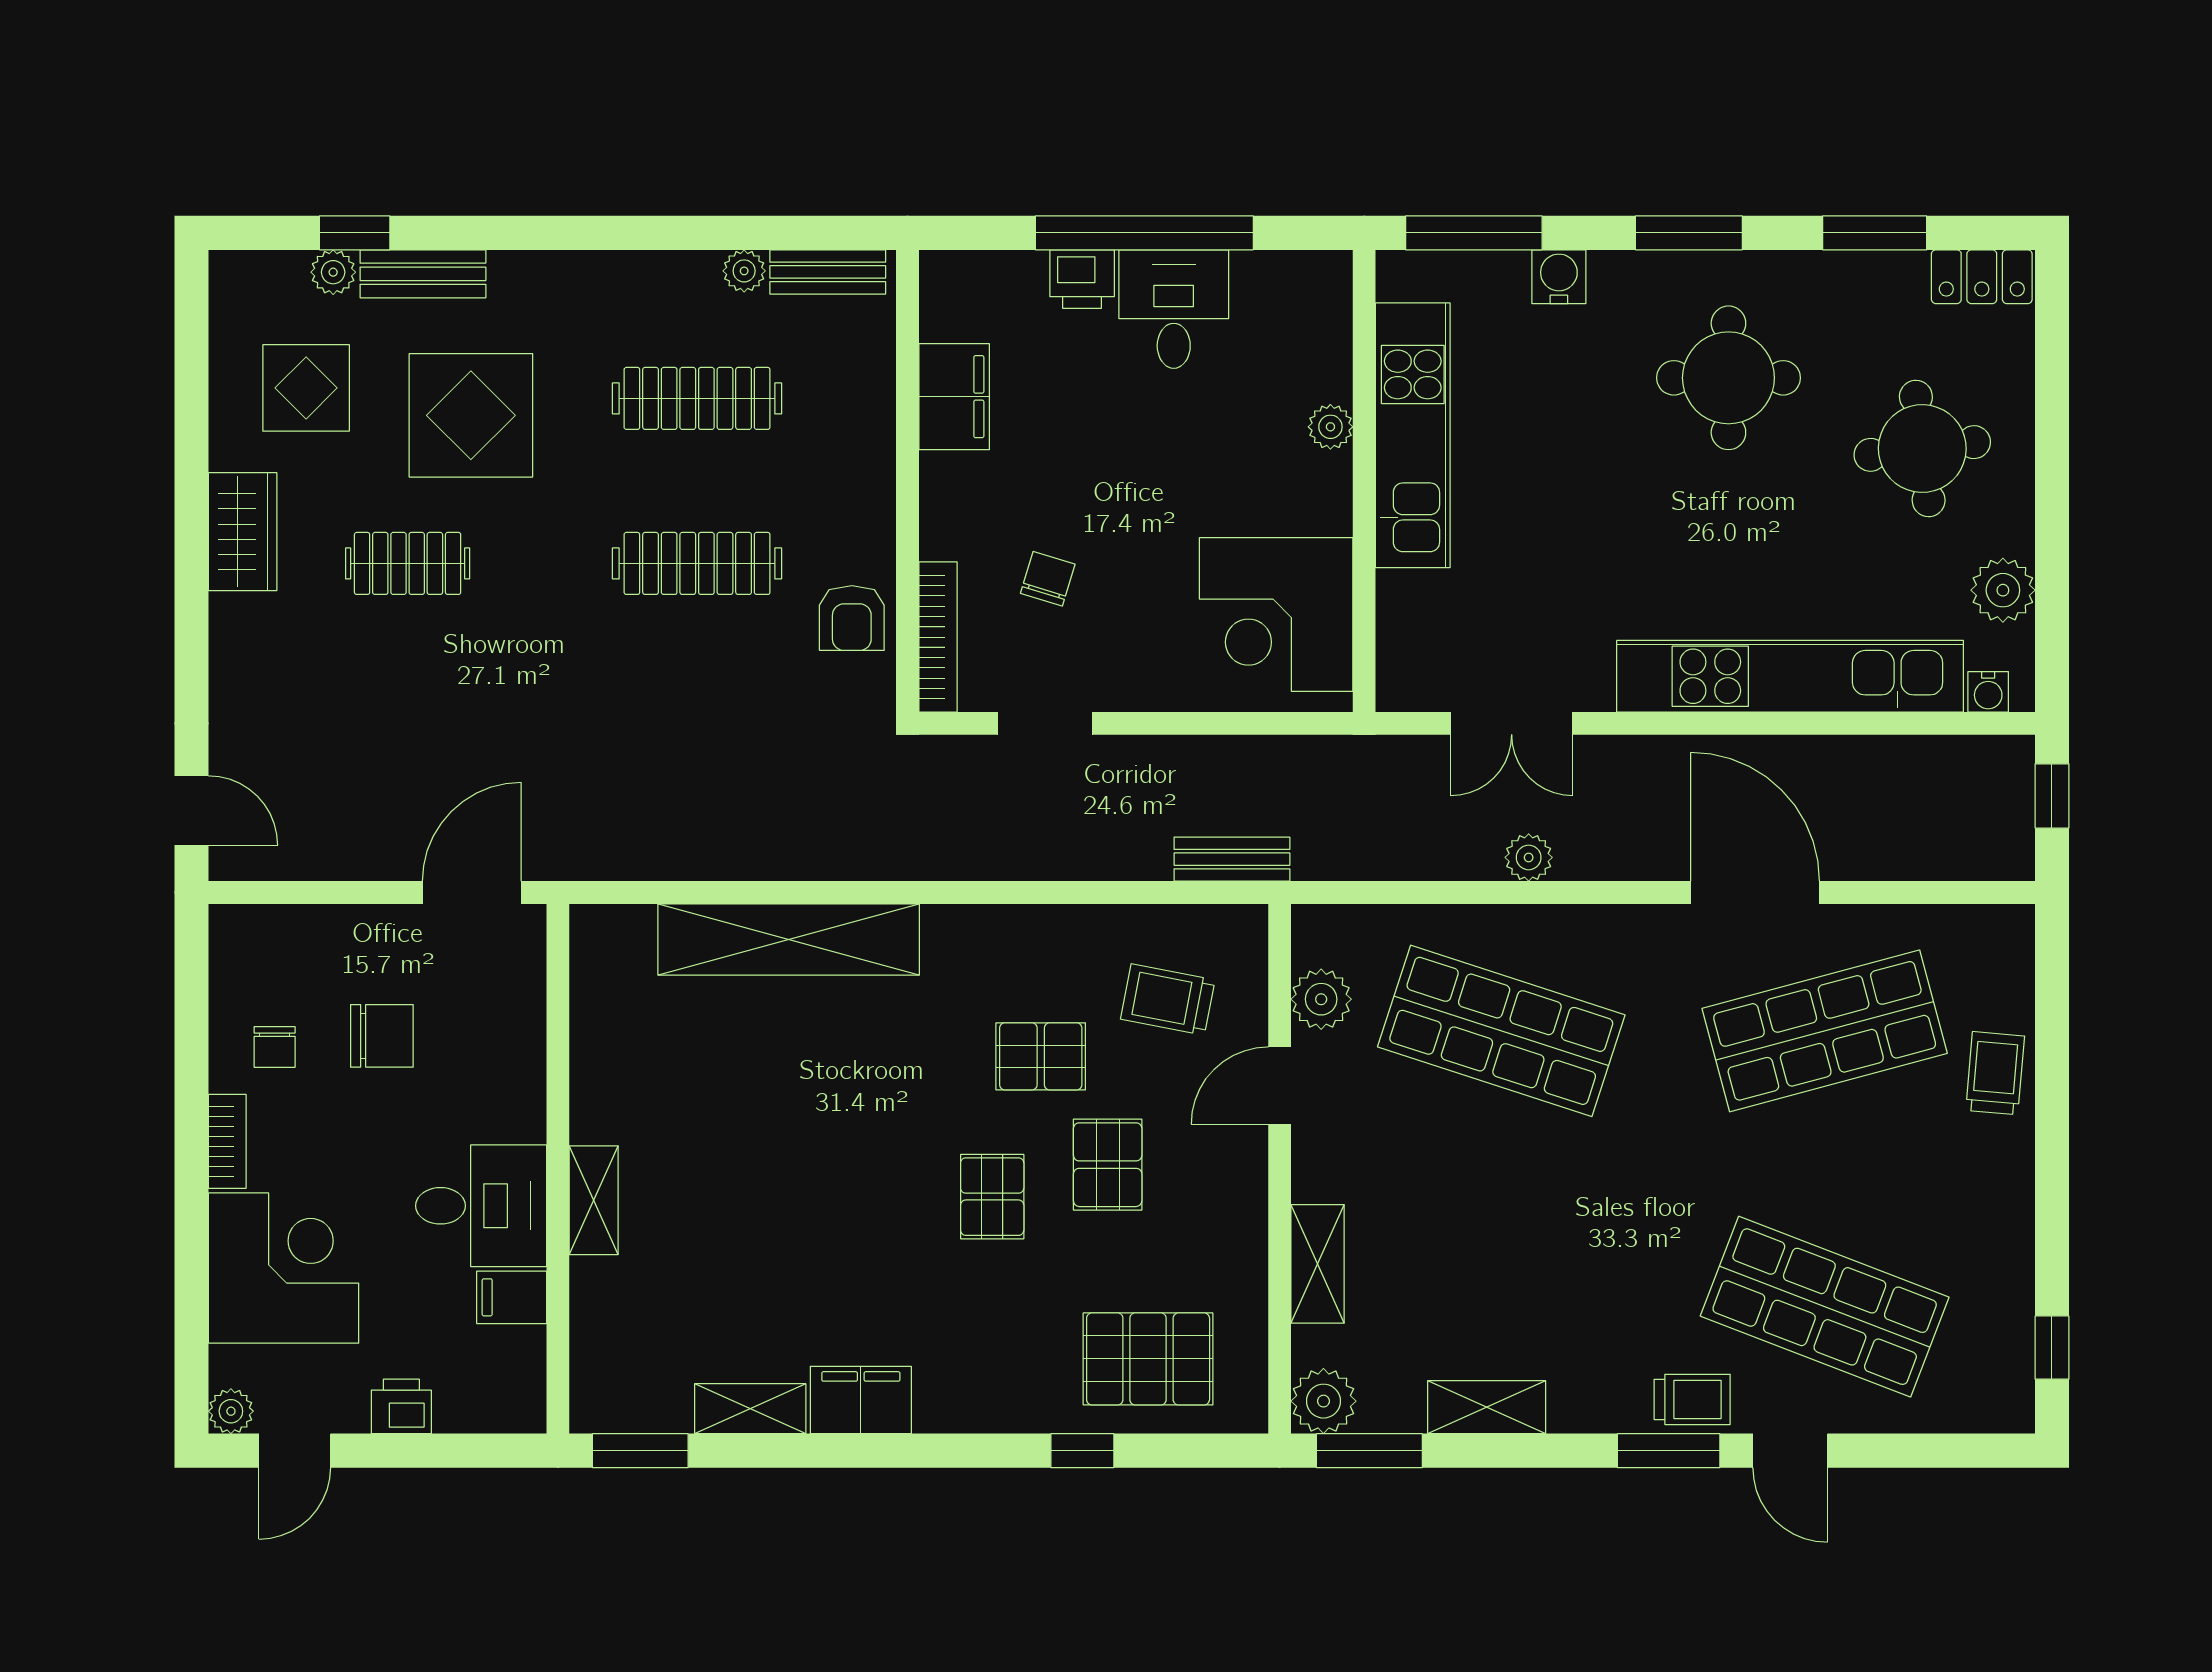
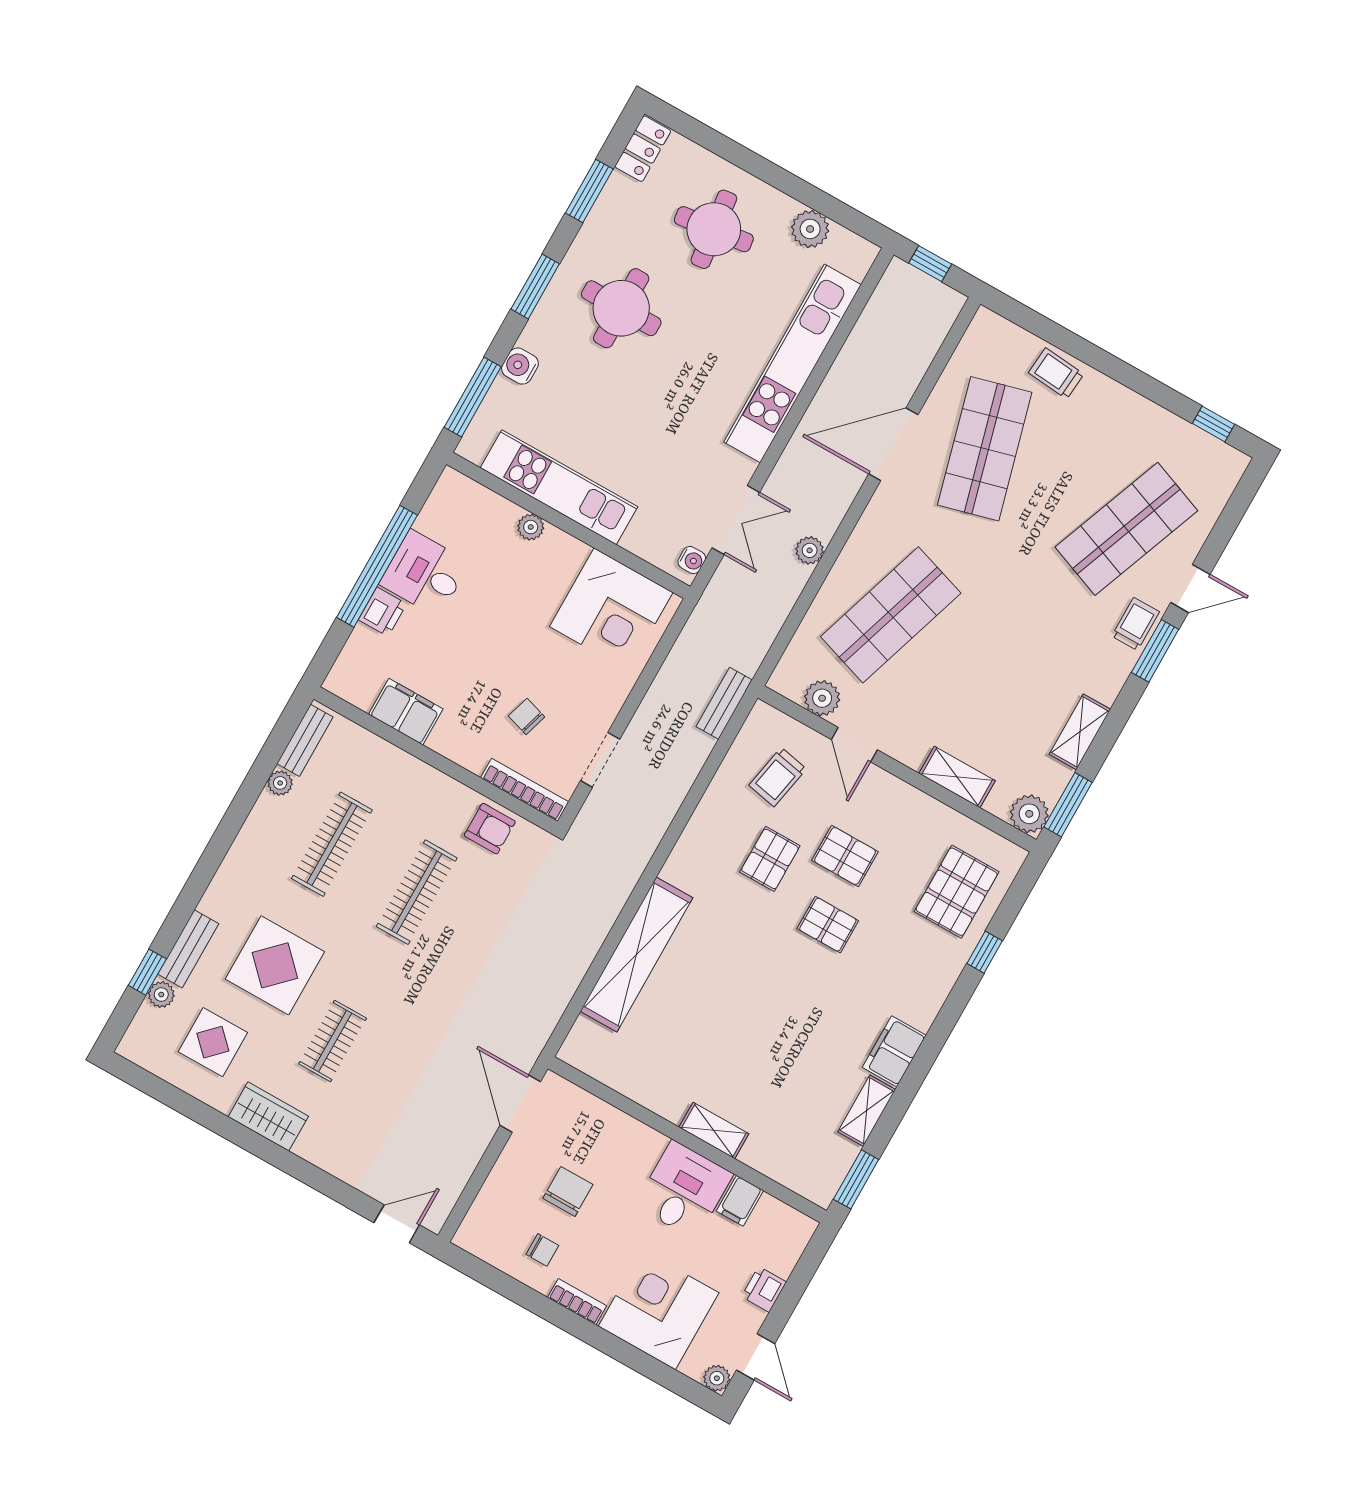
water cooler: (1988, 692) -> (692, 560), moved

